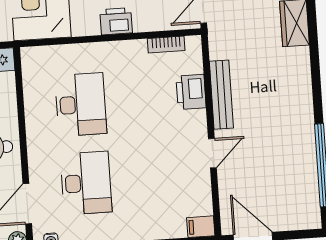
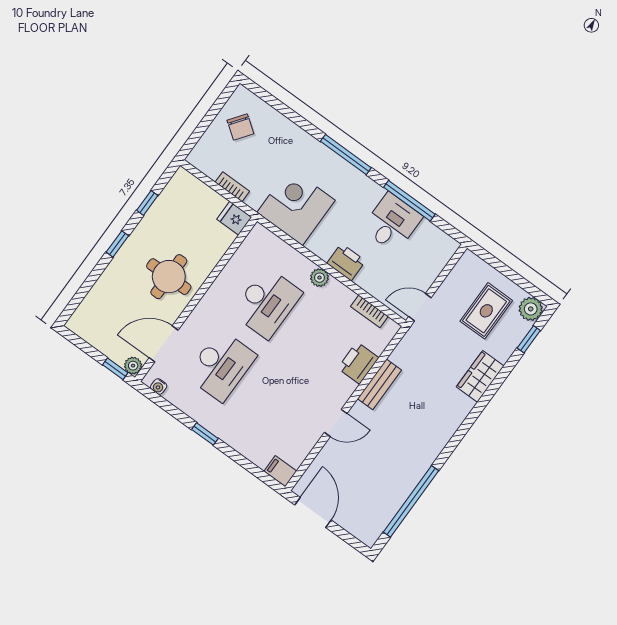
plant: (105, 51) -> (320, 278), added
bench: (221, 95) -> (380, 384), width x0.73

